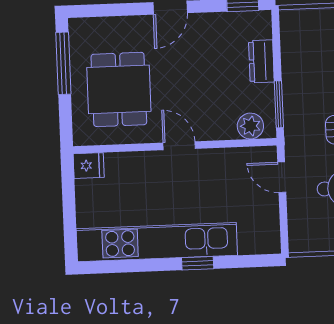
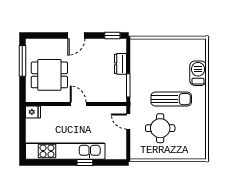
dining table: (119, 89) -> (49, 75), turned 90
plant: (250, 126) -> (114, 96), removed

